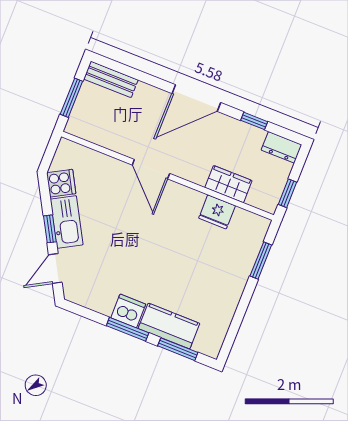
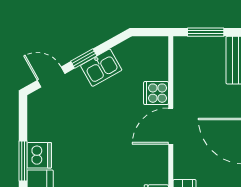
cooker: (61, 183) -> (156, 93), moved, turned 119
kitchen sink: (67, 222) -> (101, 68), width x0.73

